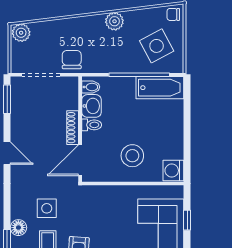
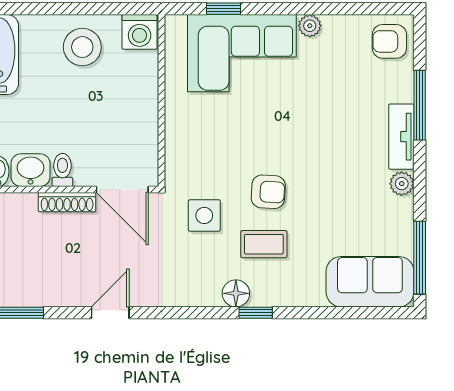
stool: (132, 156) -> (82, 47), moved
side table: (47, 208) -> (204, 215), moved

